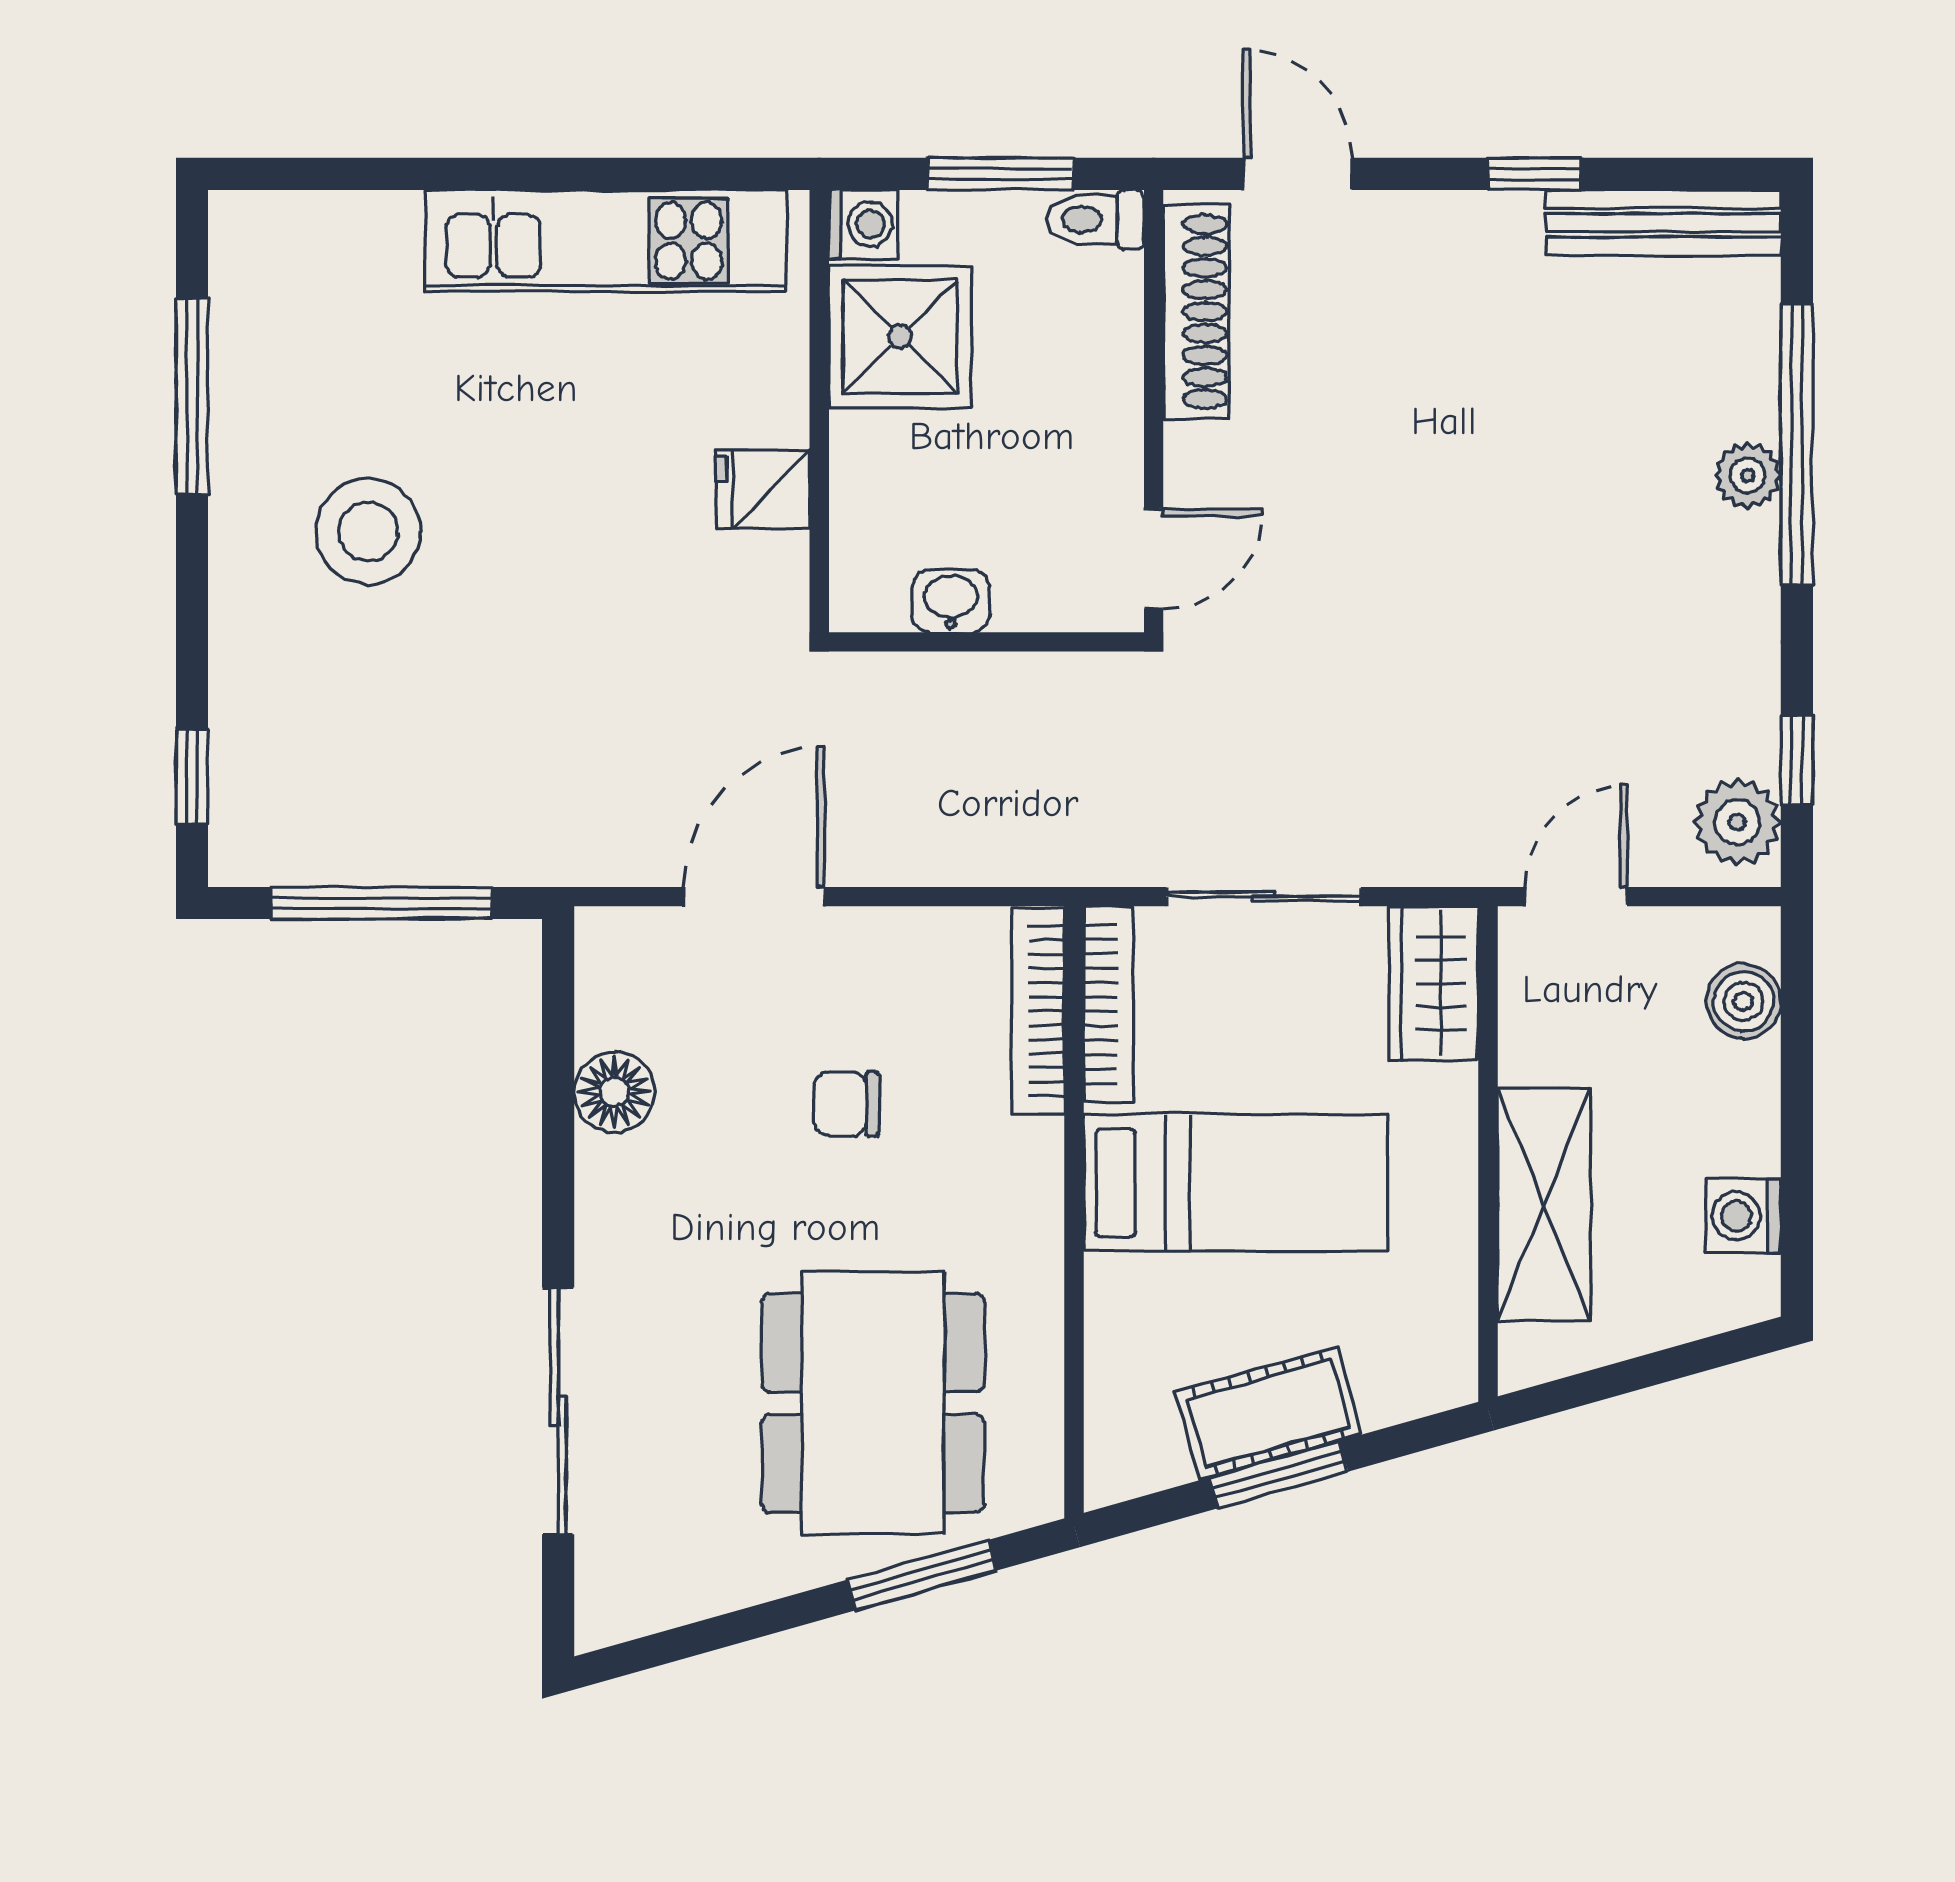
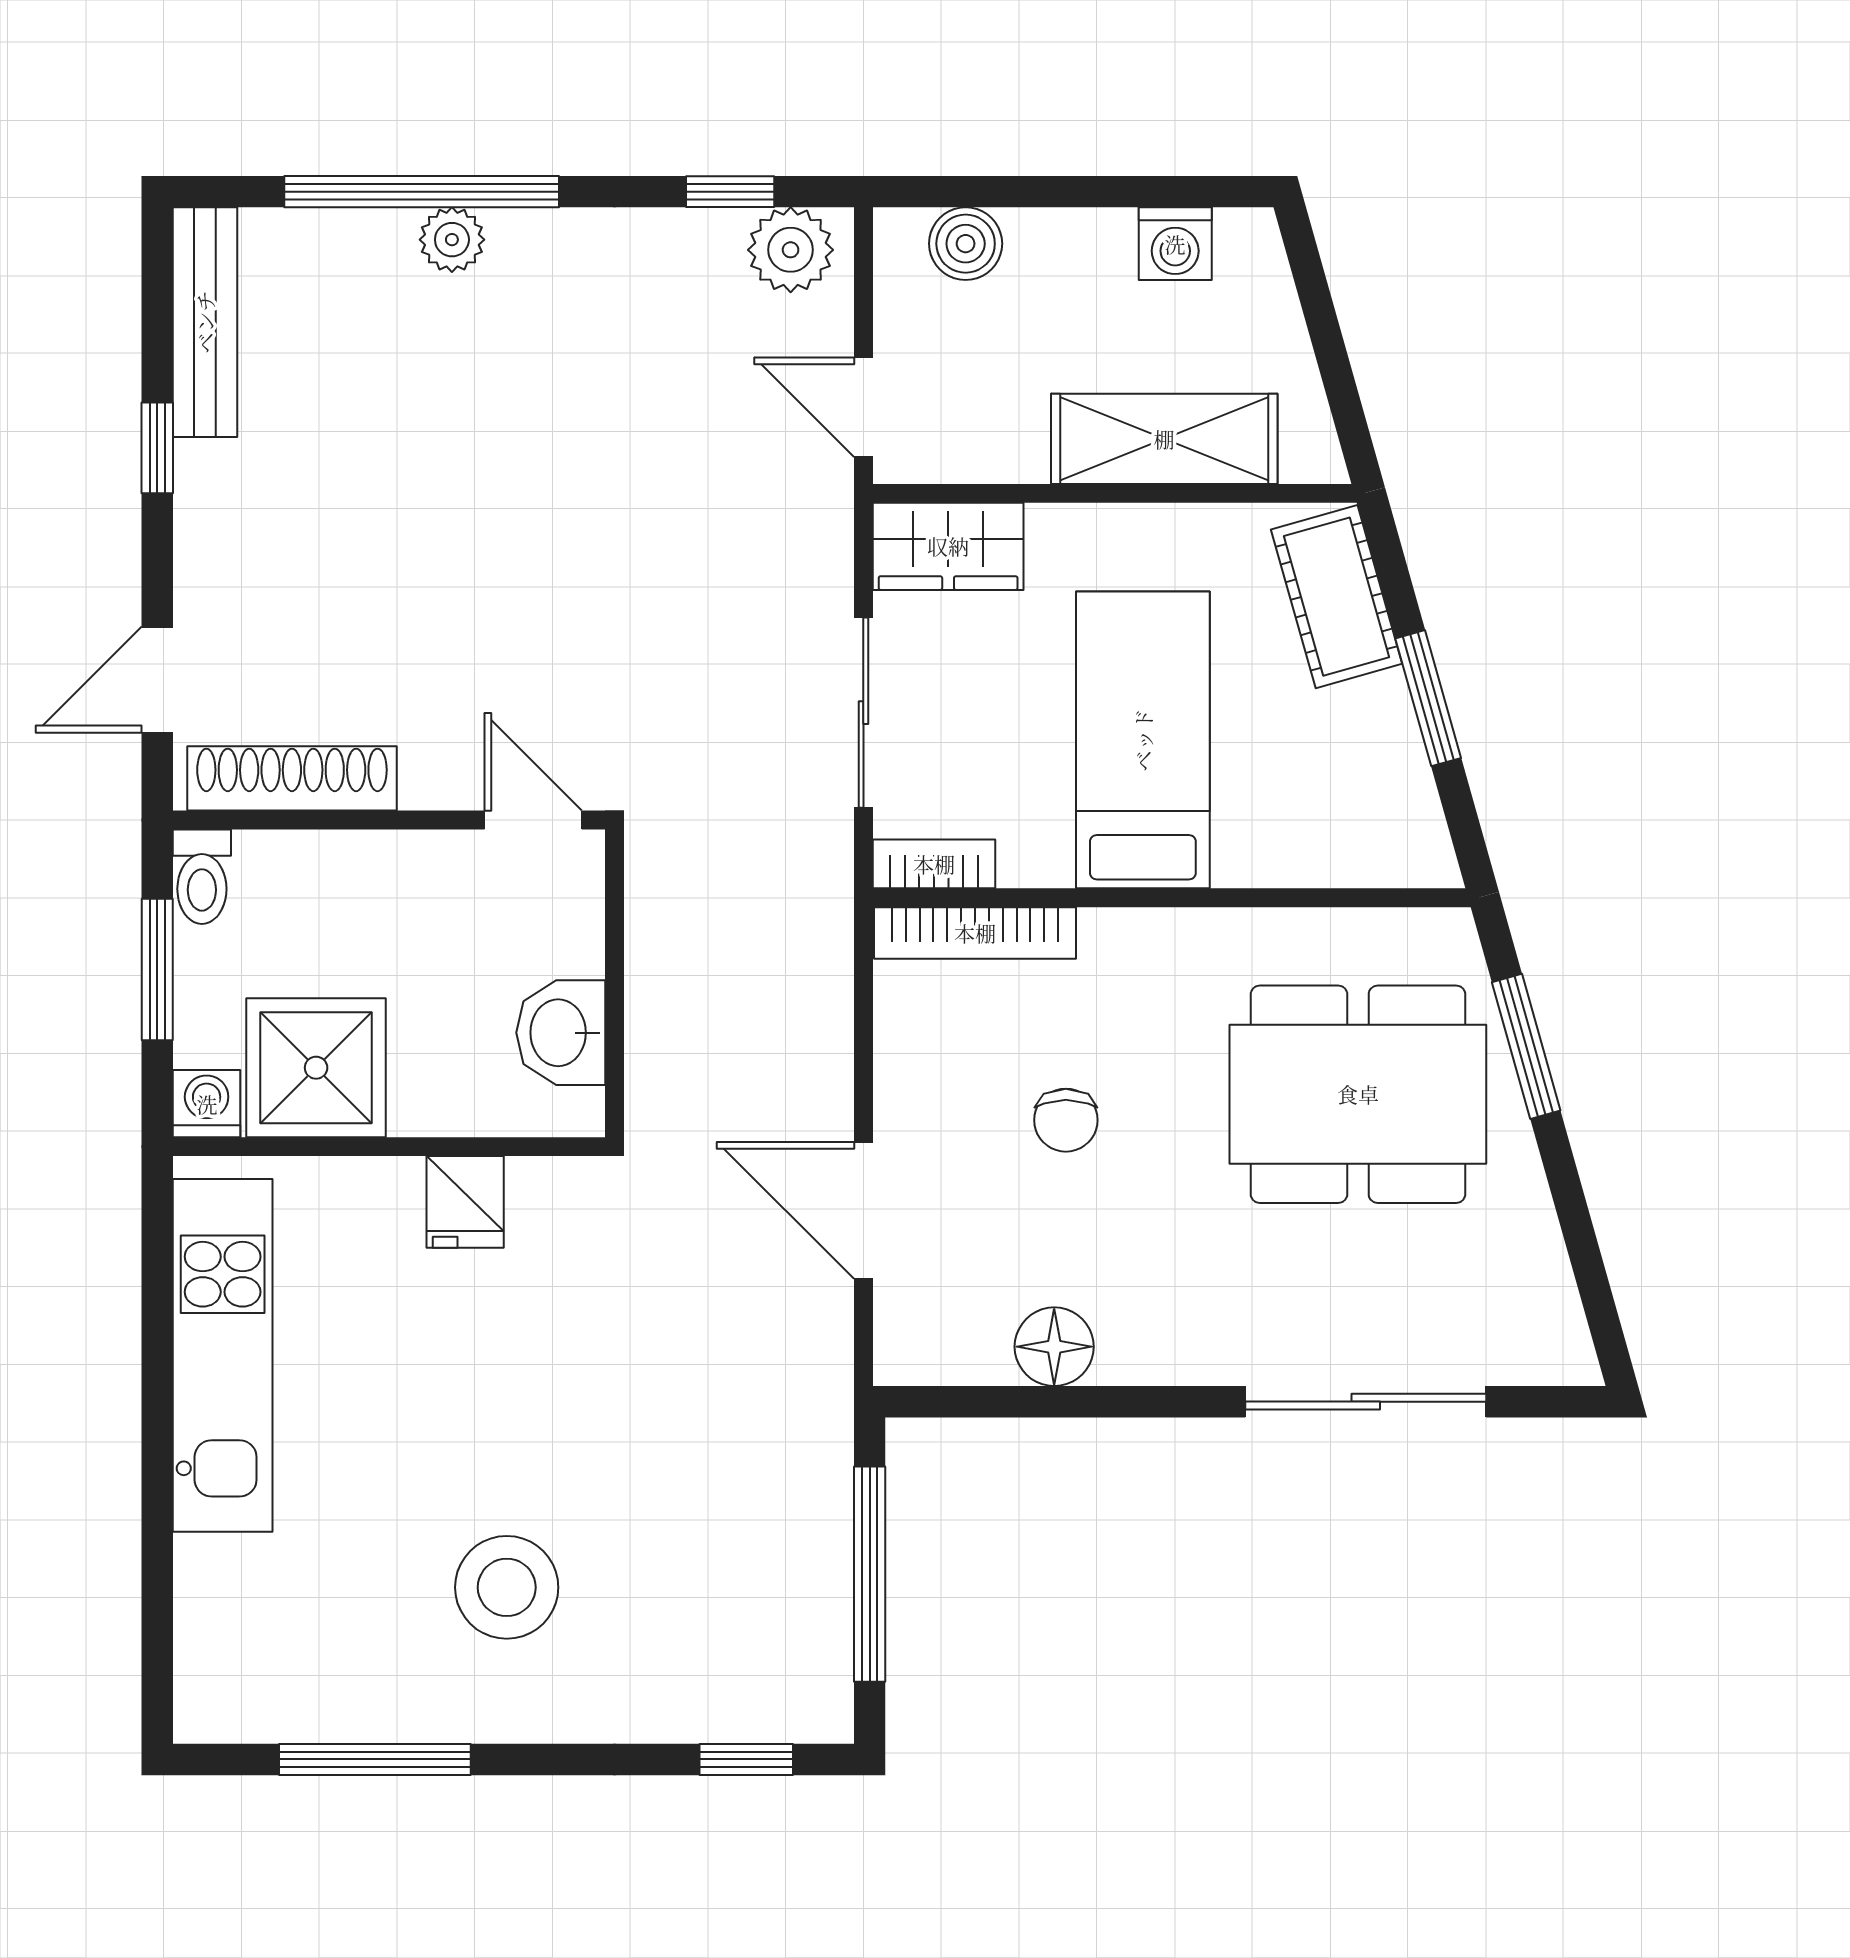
washbasin: (951, 601) -> (561, 1033), width x1.38, depth x1.45
bookcase: (1109, 1004) -> (934, 864), width x0.64
cot: (1269, 1413) -> (1337, 597), moved

